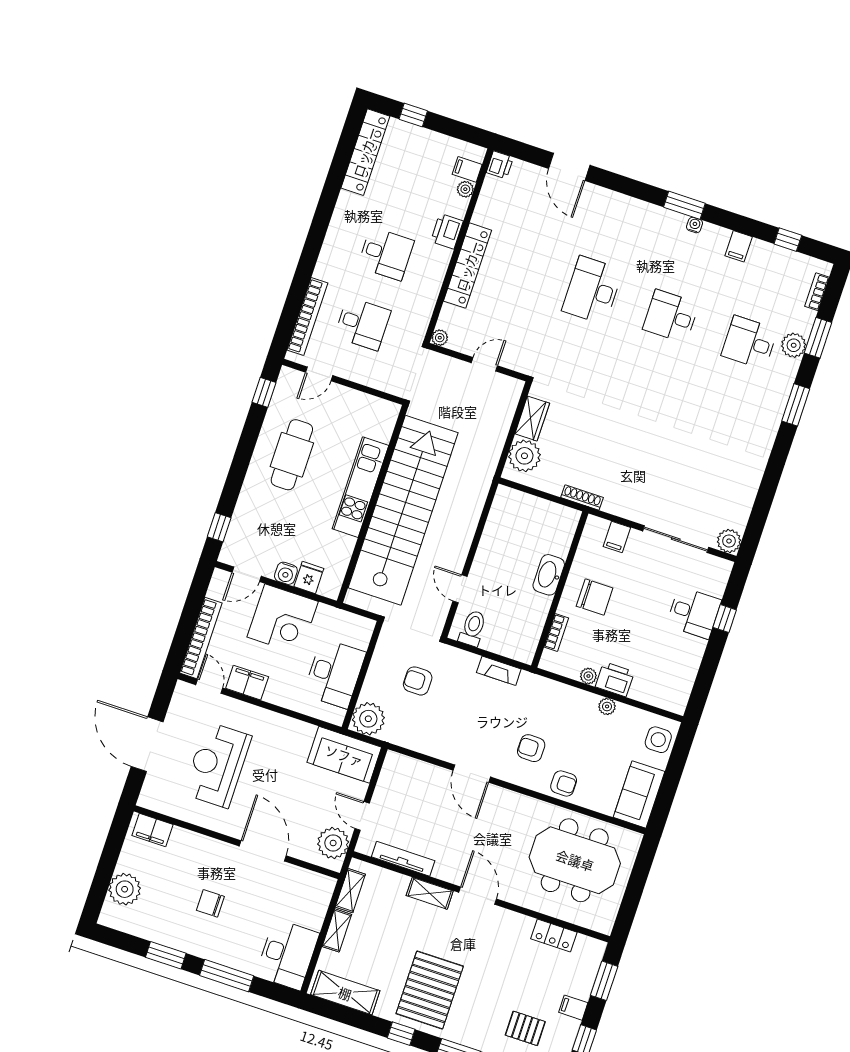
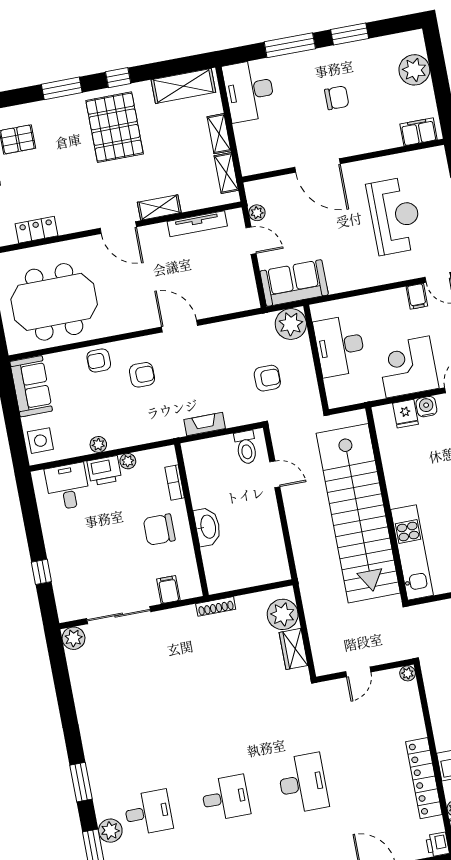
locker: (468, 266) -> (424, 778), moved
kitchen unit: (360, 487) -> (412, 552), moved
desk: (694, 613) -> (68, 487), moved, turned 90
filing cabinet: (247, 683) -> (417, 296), width x0.50
plant: (333, 843) -> (257, 213), width x0.53, depth x0.53

